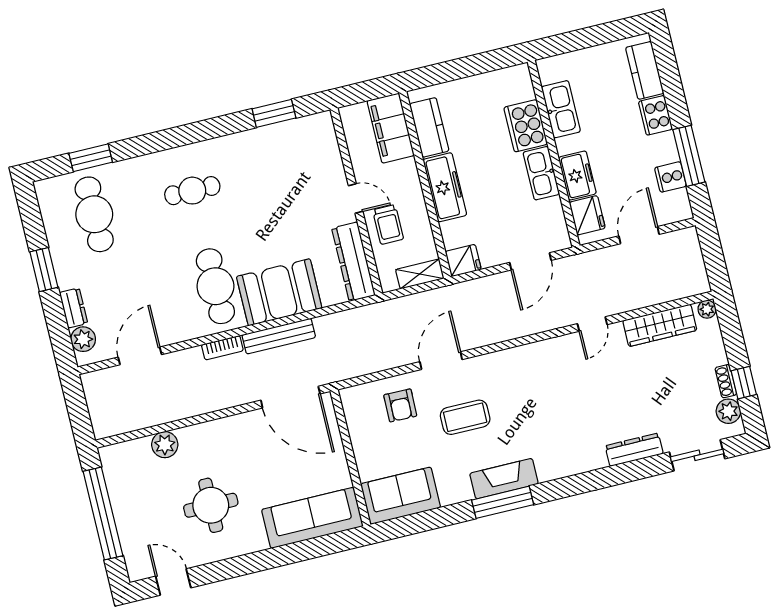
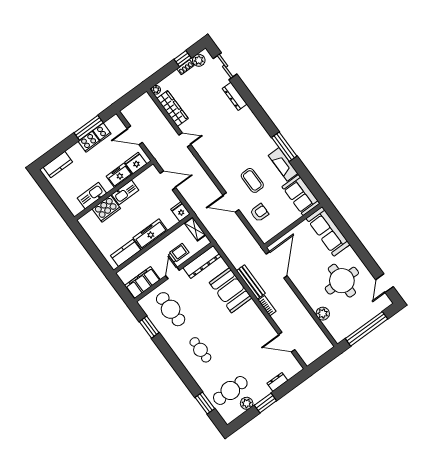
cooker: (655, 115) -> (89, 142), moved
filing cabinet: (391, 128) -> (142, 283), moved, turned 180
cafe table: (215, 286) -> (171, 309), moved, turned 90
plant: (83, 339) -> (247, 403), moved
fireplace: (504, 479) -> (283, 164), moved
round table: (211, 505) -> (342, 281), width x1.36, depth x1.36

